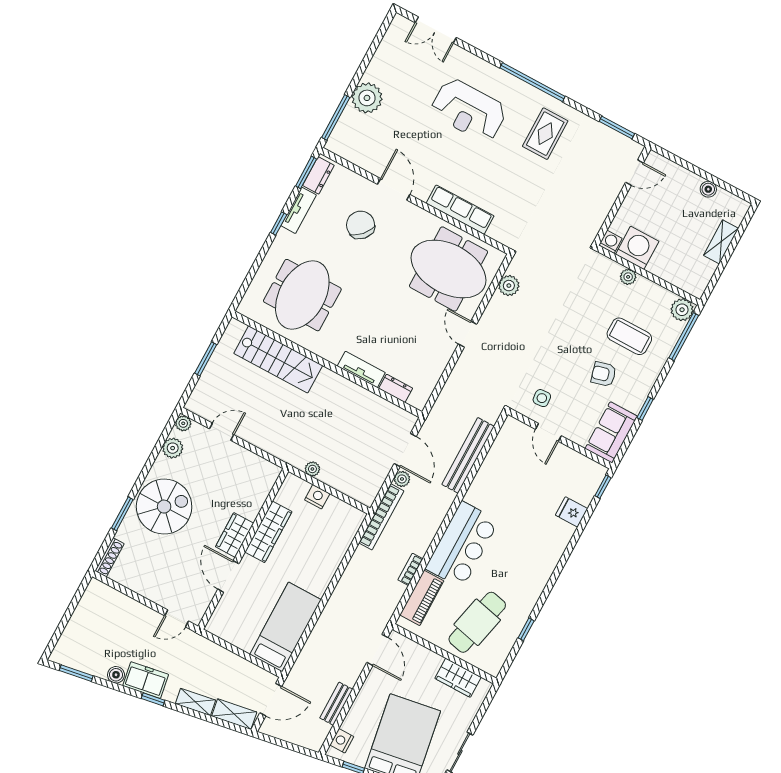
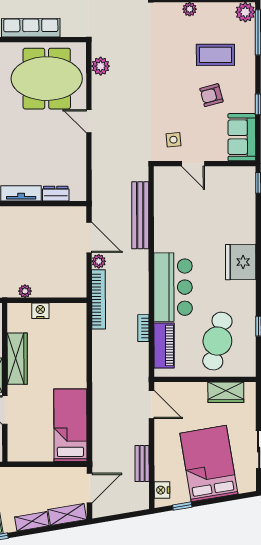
fridge: (572, 512) -> (241, 262), moved, width x1.88, depth x1.34

